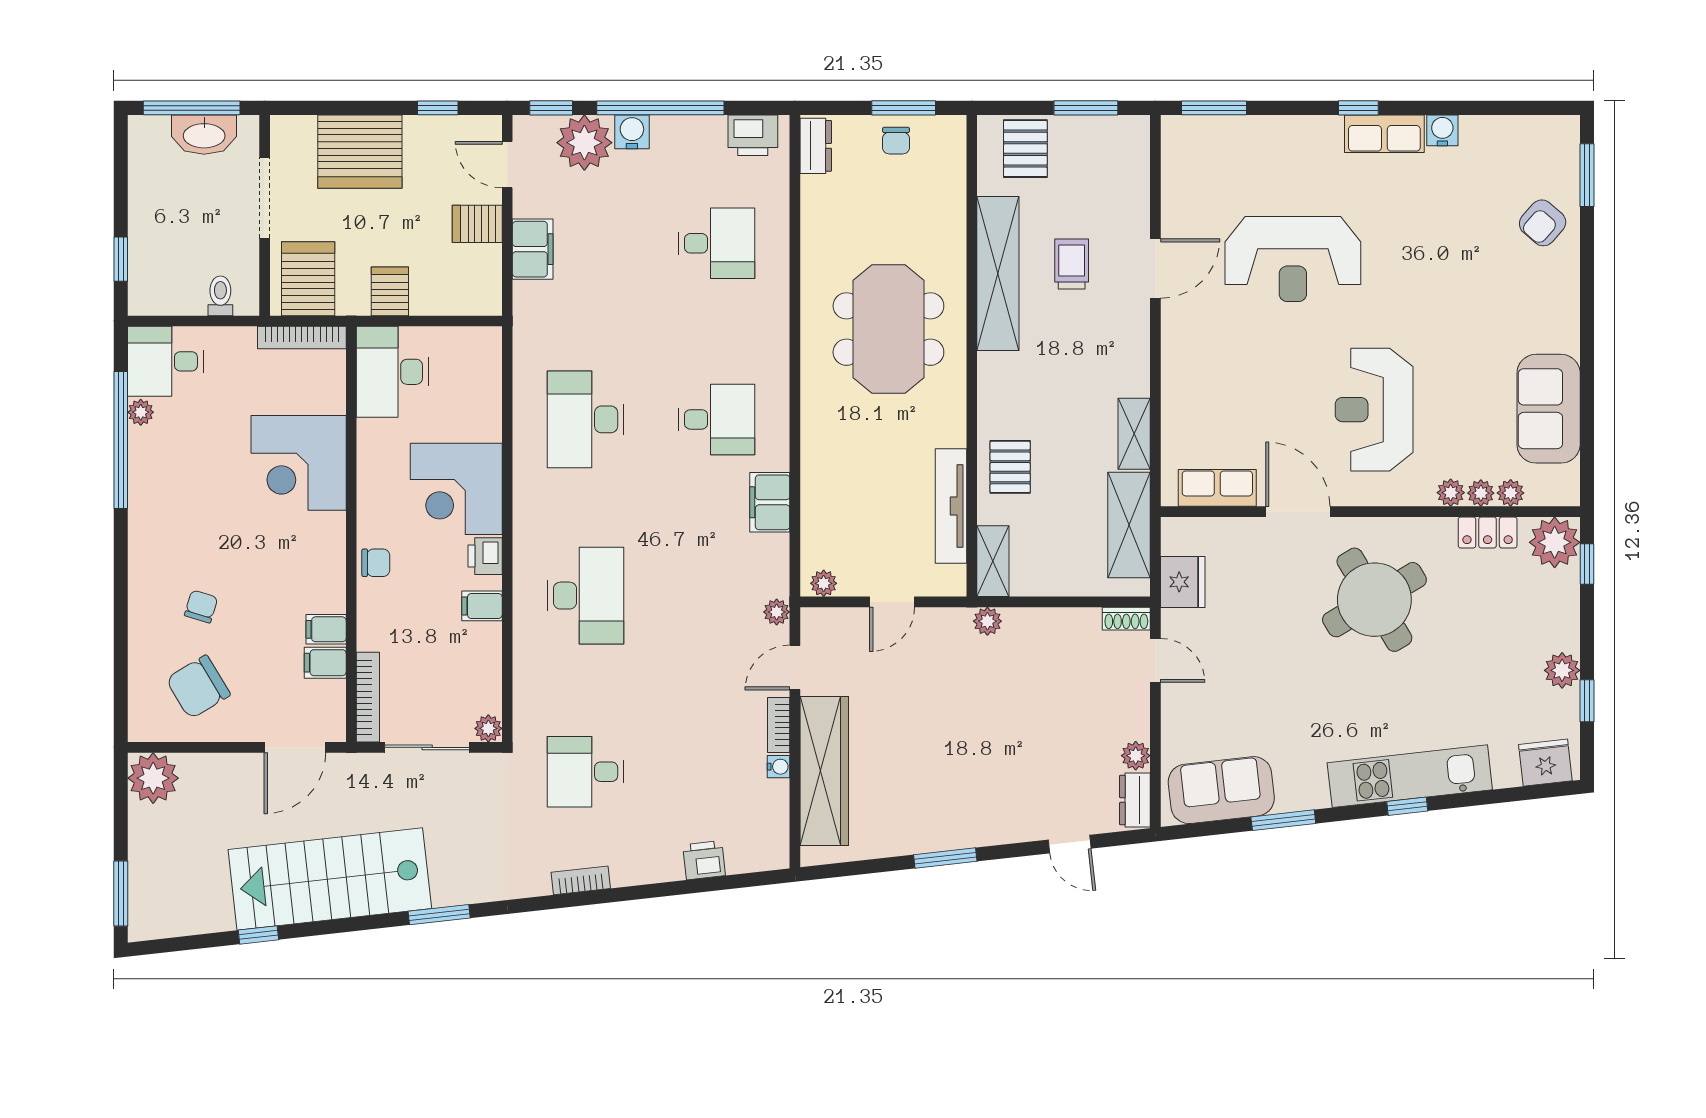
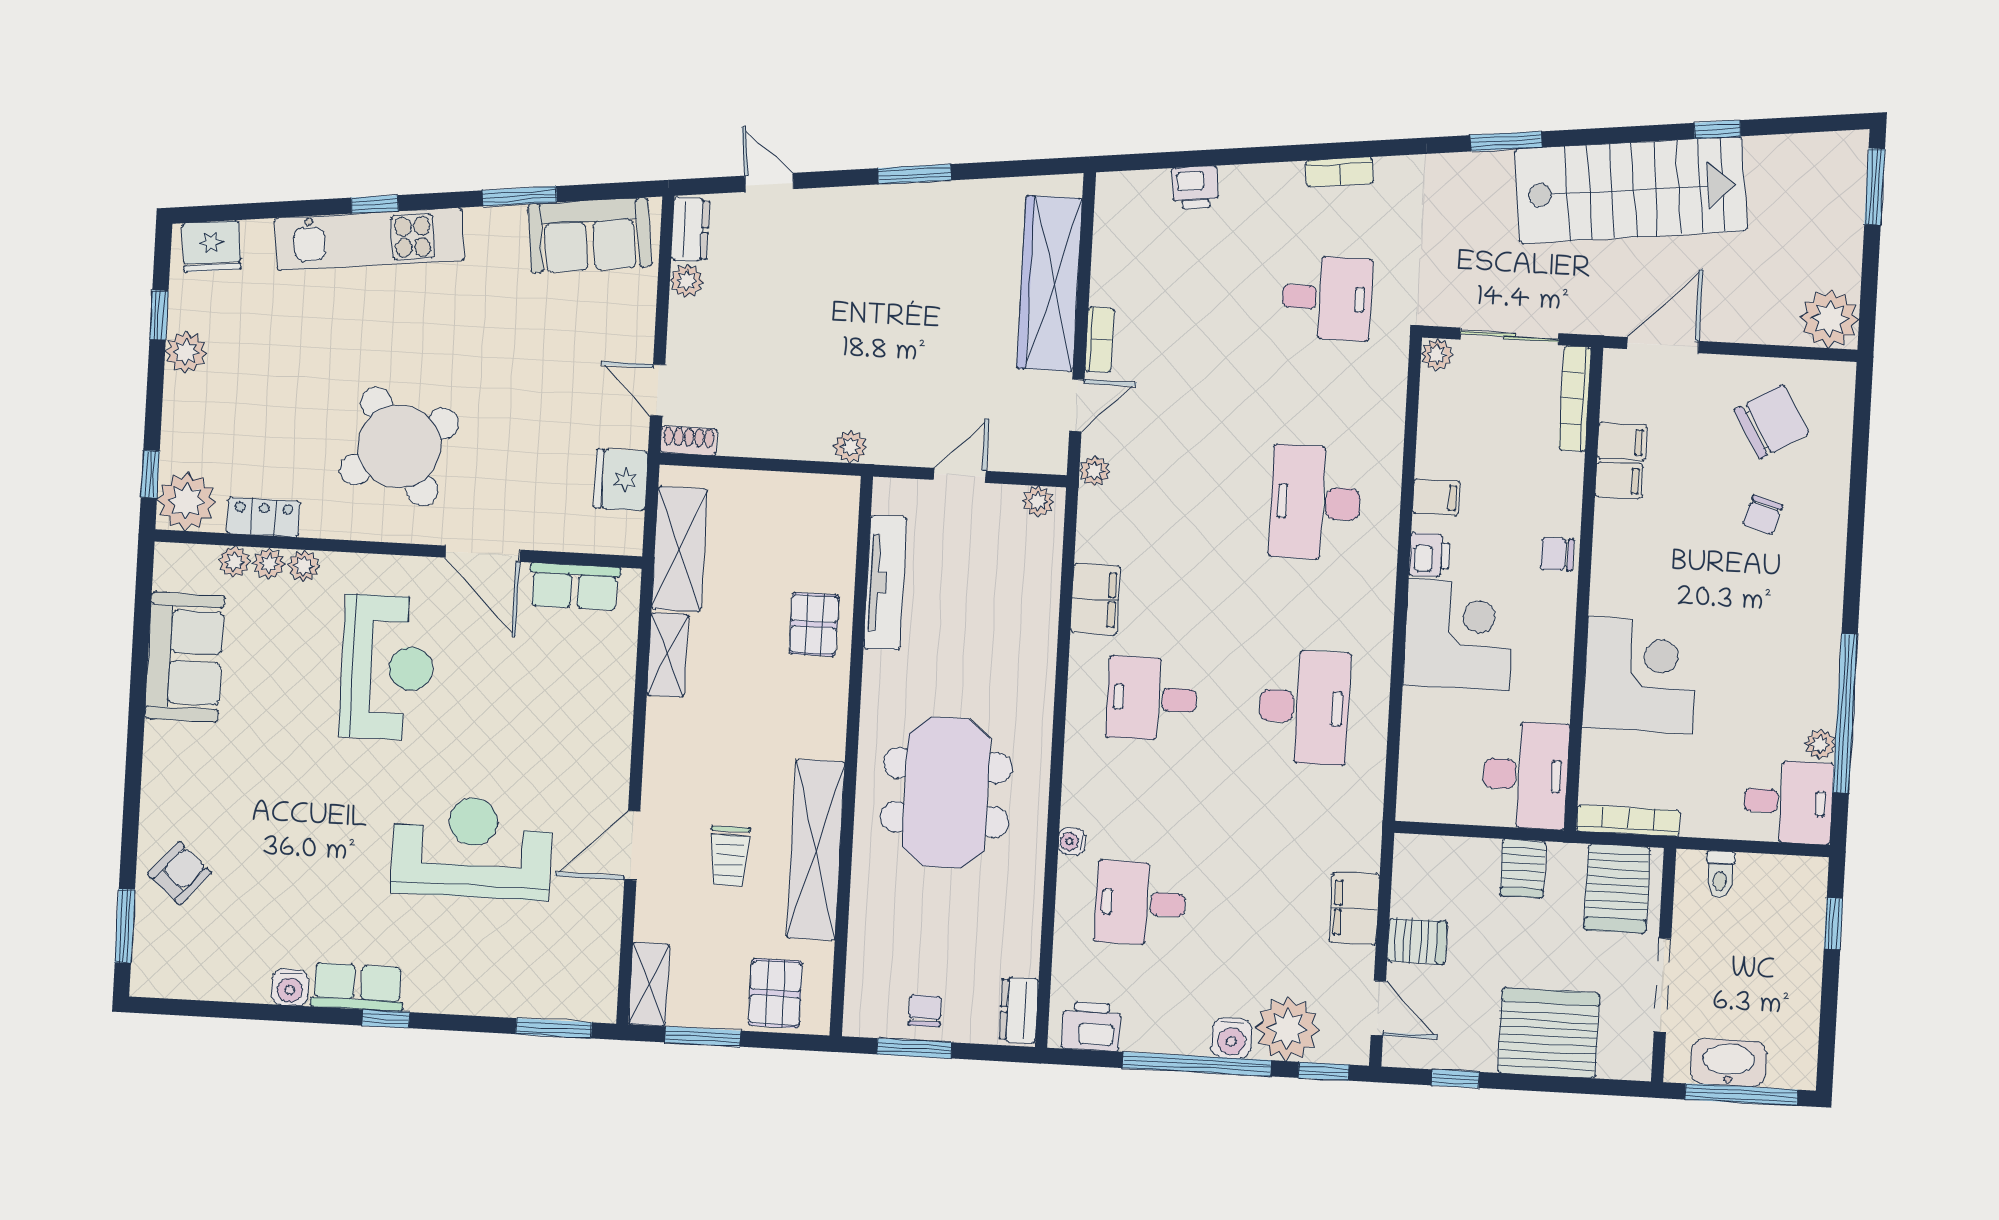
shelving: (993, 561) -> (649, 984), moved
water cooler: (779, 767) -> (1072, 841), moved

